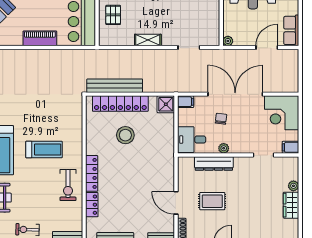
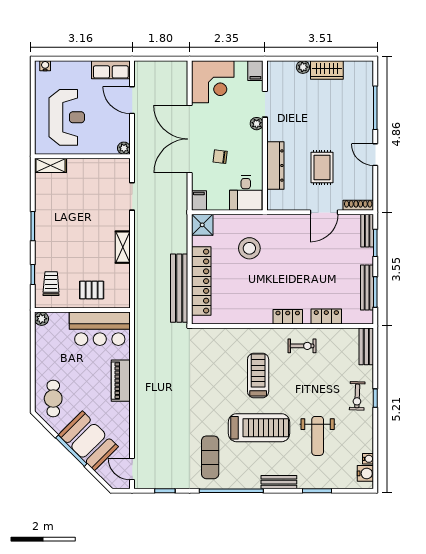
stool: (125, 135) -> (249, 248), moved
plant: (224, 148) -> (257, 124), moved
locker: (92, 173) -> (288, 317), width x0.66
exercise bike: (68, 185) -> (302, 346), width x0.73, depth x0.72

